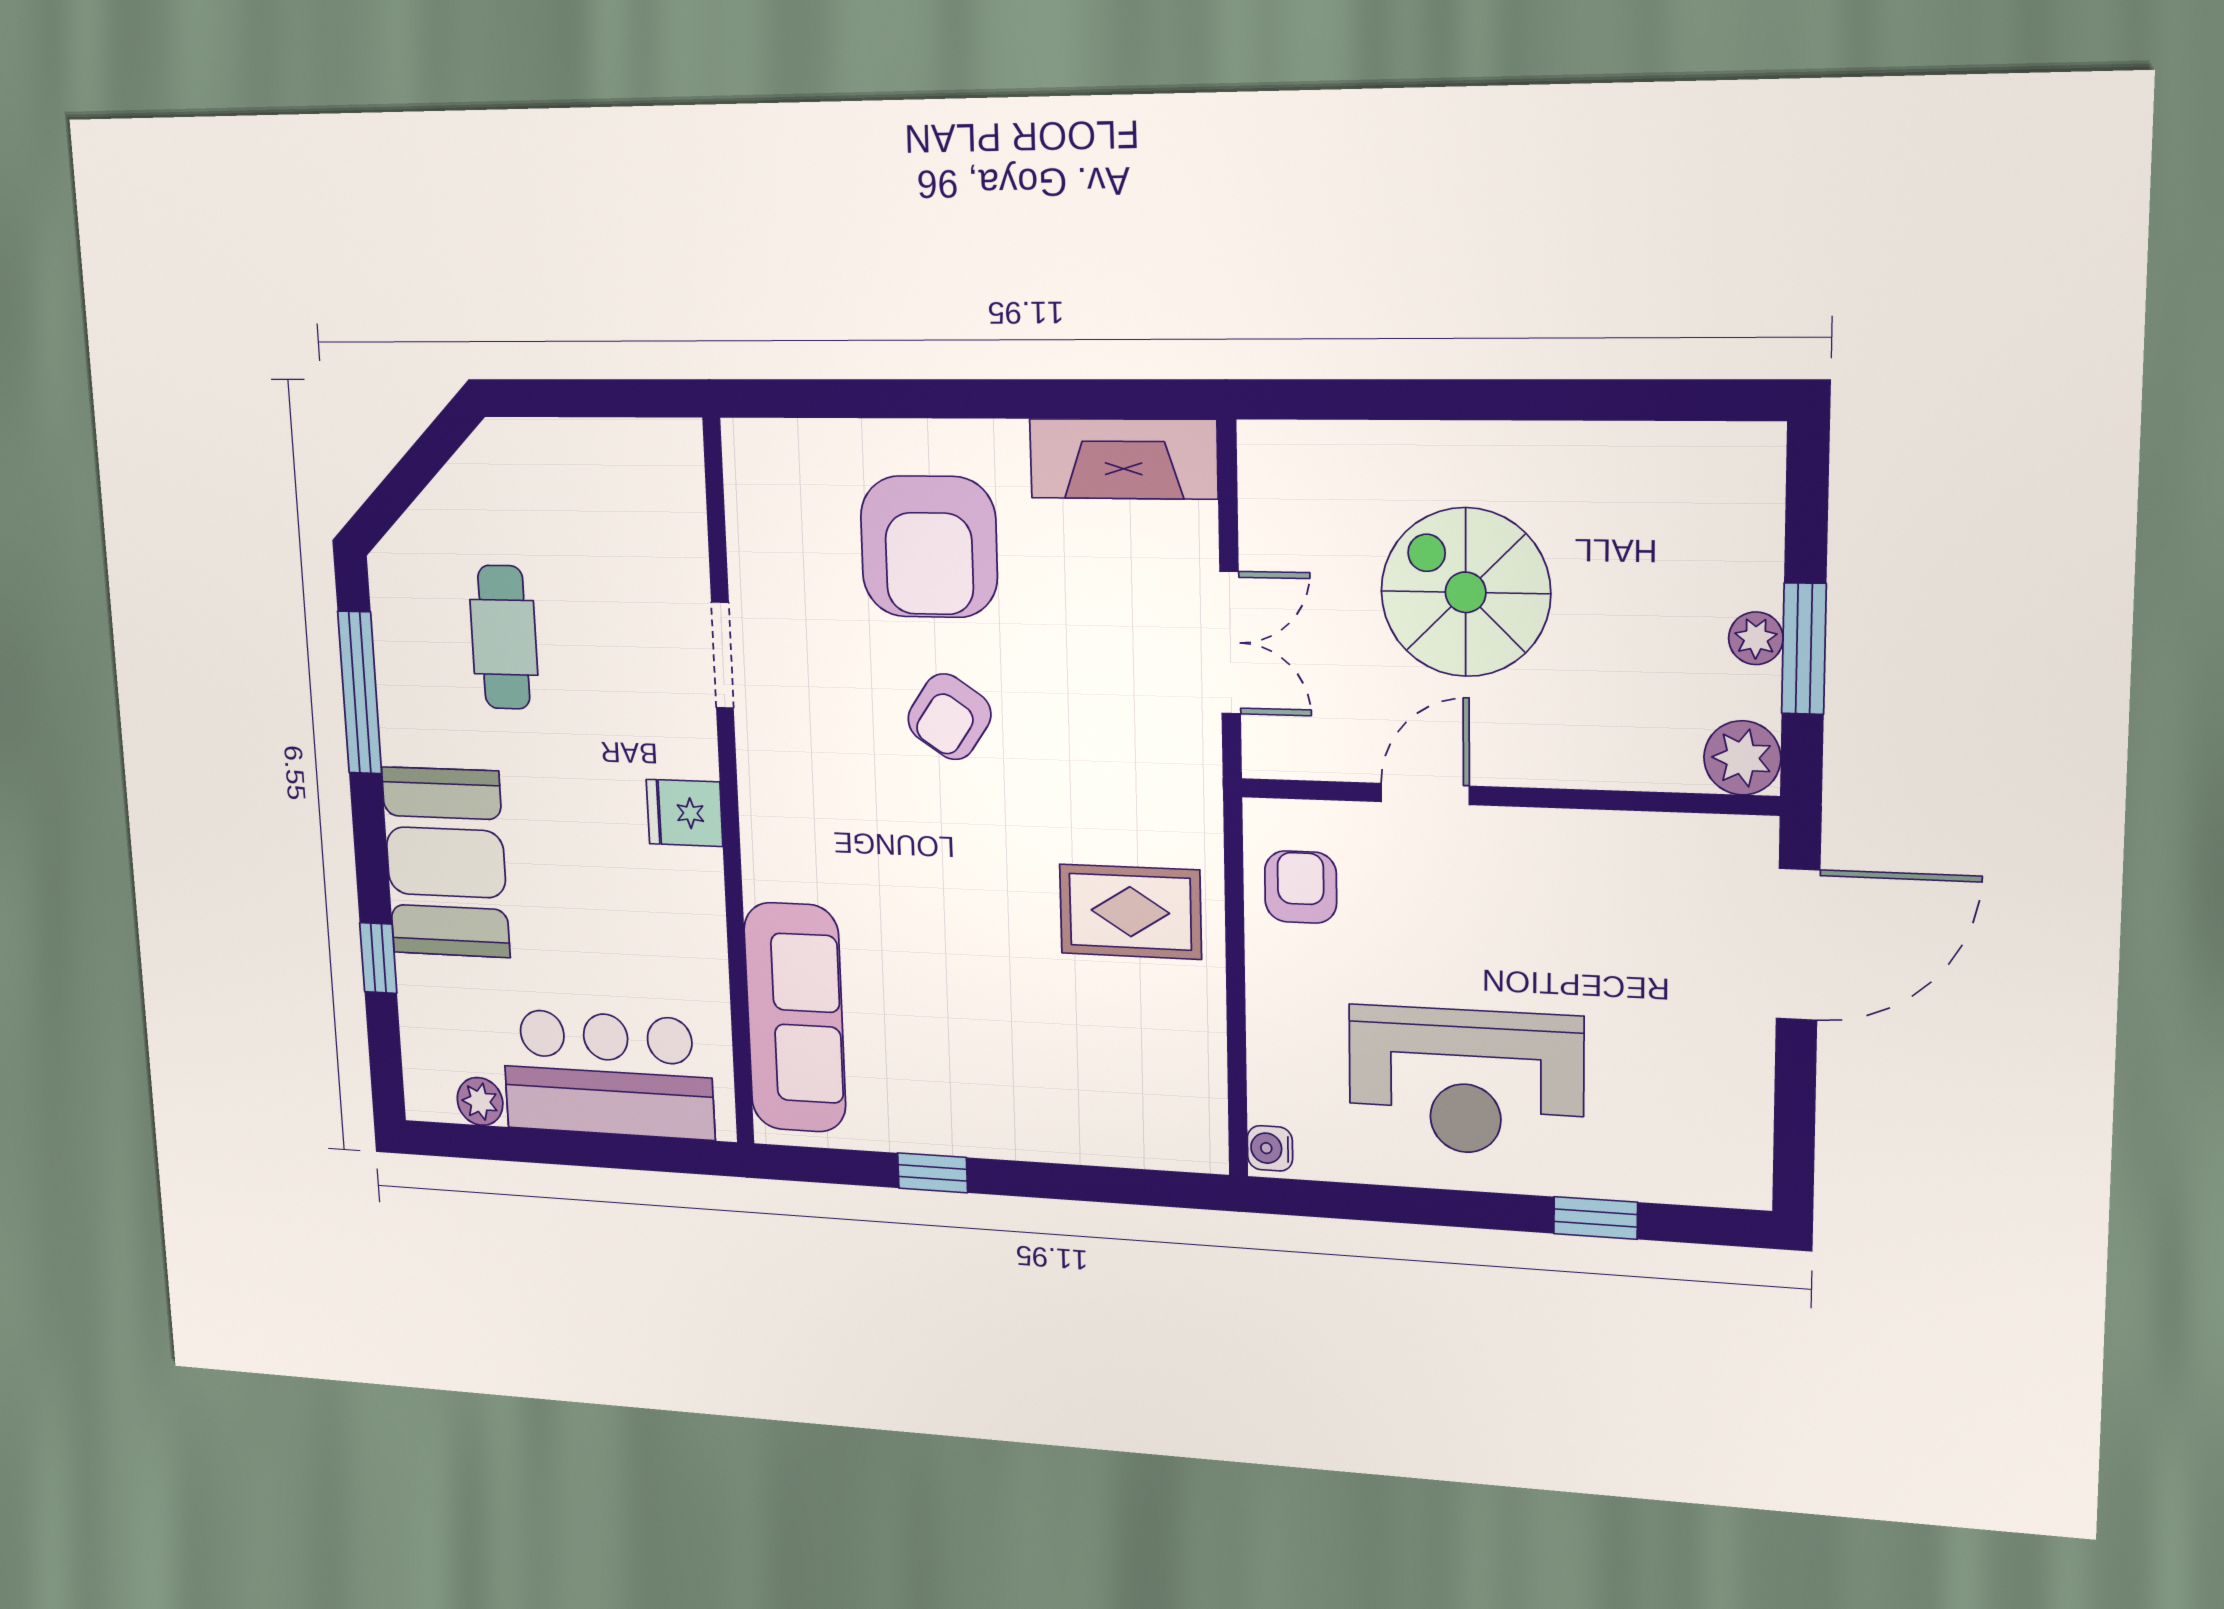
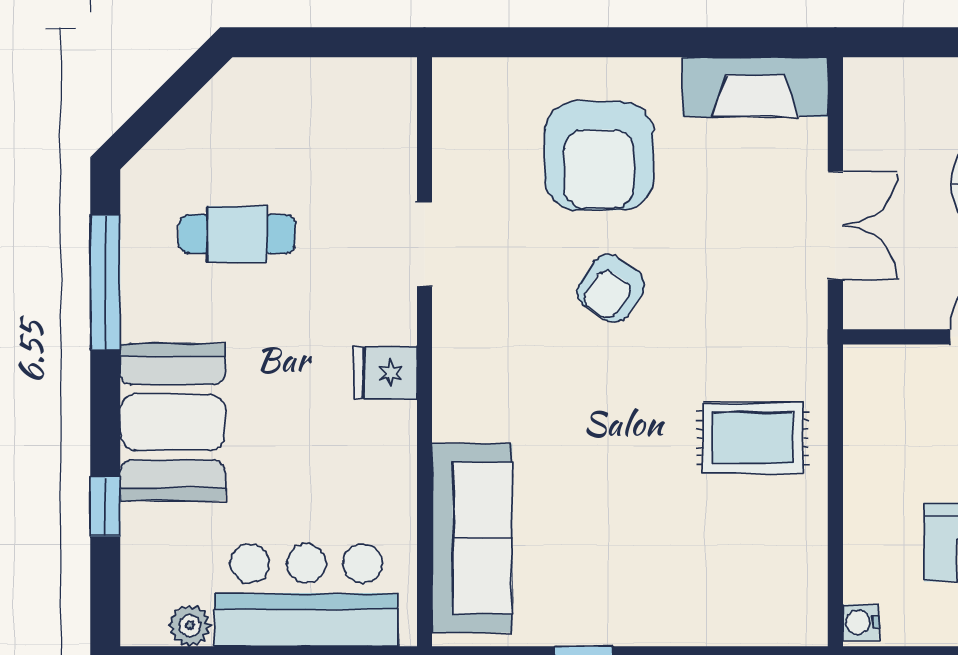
cafe table: (504, 637) -> (237, 234), turned 90
armchair: (1301, 887) -> (887, 413), removed

